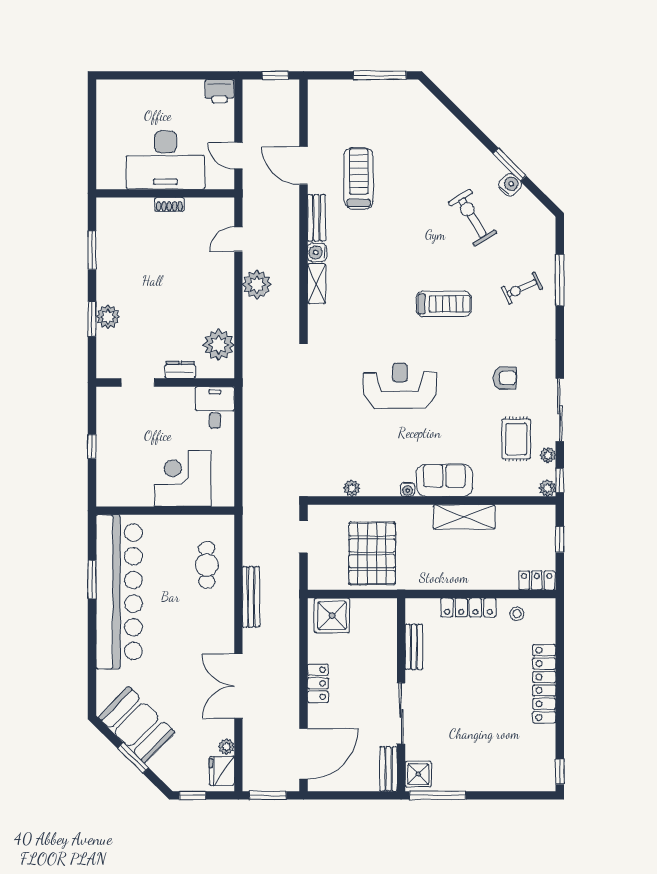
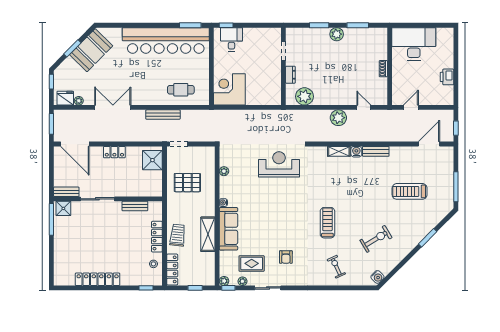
printer: (220, 91) -> (447, 77), moved
desk: (165, 160) -> (414, 44), moved, turned 90
window: (510, 165) -> (428, 238), moved
door: (303, 166) -> (429, 144), moved
treadmill: (359, 178) -> (410, 191), moved, turned 180
water cooler: (510, 185) -> (377, 277), moved
window: (560, 280) -> (341, 288), removed
treadmill: (444, 304) -> (327, 223), turned 180
plant: (108, 317) -> (337, 34), moved
reception desk: (400, 386) -> (279, 164), moved, turned -90
desk: (215, 408) -> (231, 39), moved, turned -90
sliding door: (560, 410) -> (268, 288), width x0.73
window: (92, 446) -> (226, 25), moved
corner desk: (183, 478) -> (229, 89), moved, turned -90
sofa: (444, 480) -> (228, 229), width x1.36
doorway: (303, 537) -> (179, 144), moved
pallet: (372, 553) -> (187, 183), width x0.73, depth x0.71
trolley: (466, 571) -> (178, 235), added
window: (92, 579) -> (190, 25), moved
locker: (537, 580) -> (172, 269), width x1.53
locker: (544, 684) -> (98, 279), moved
window: (560, 772) -> (146, 288), moved

